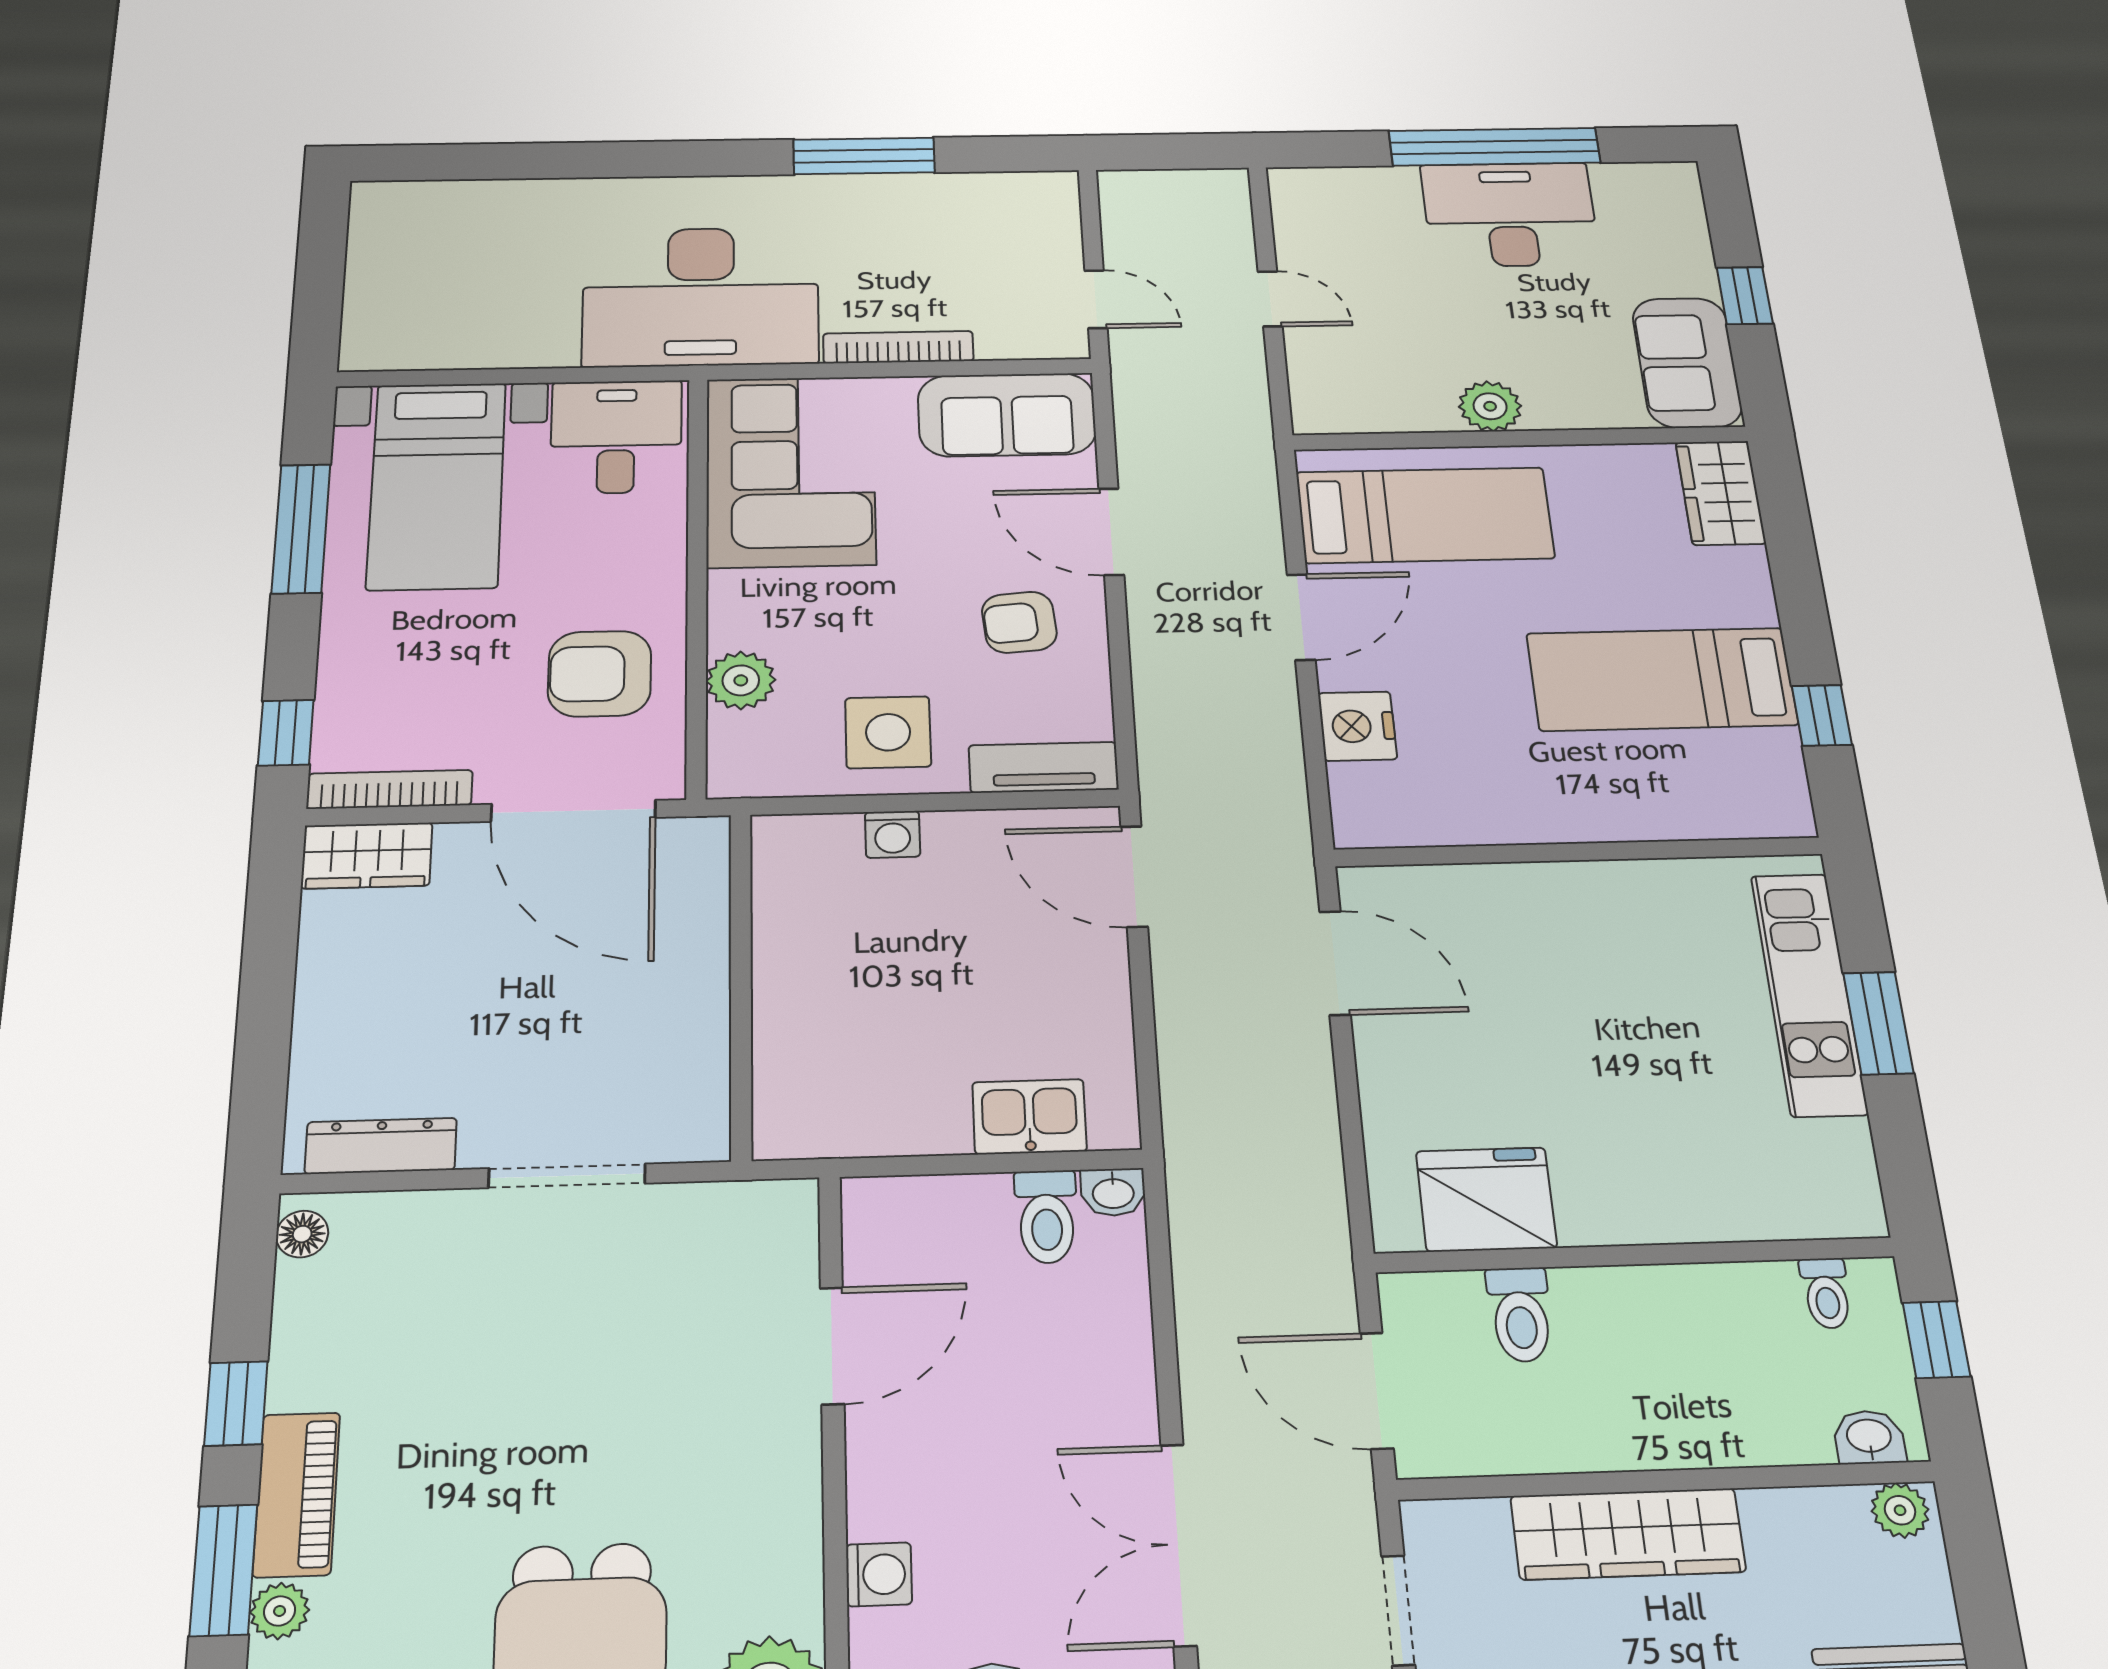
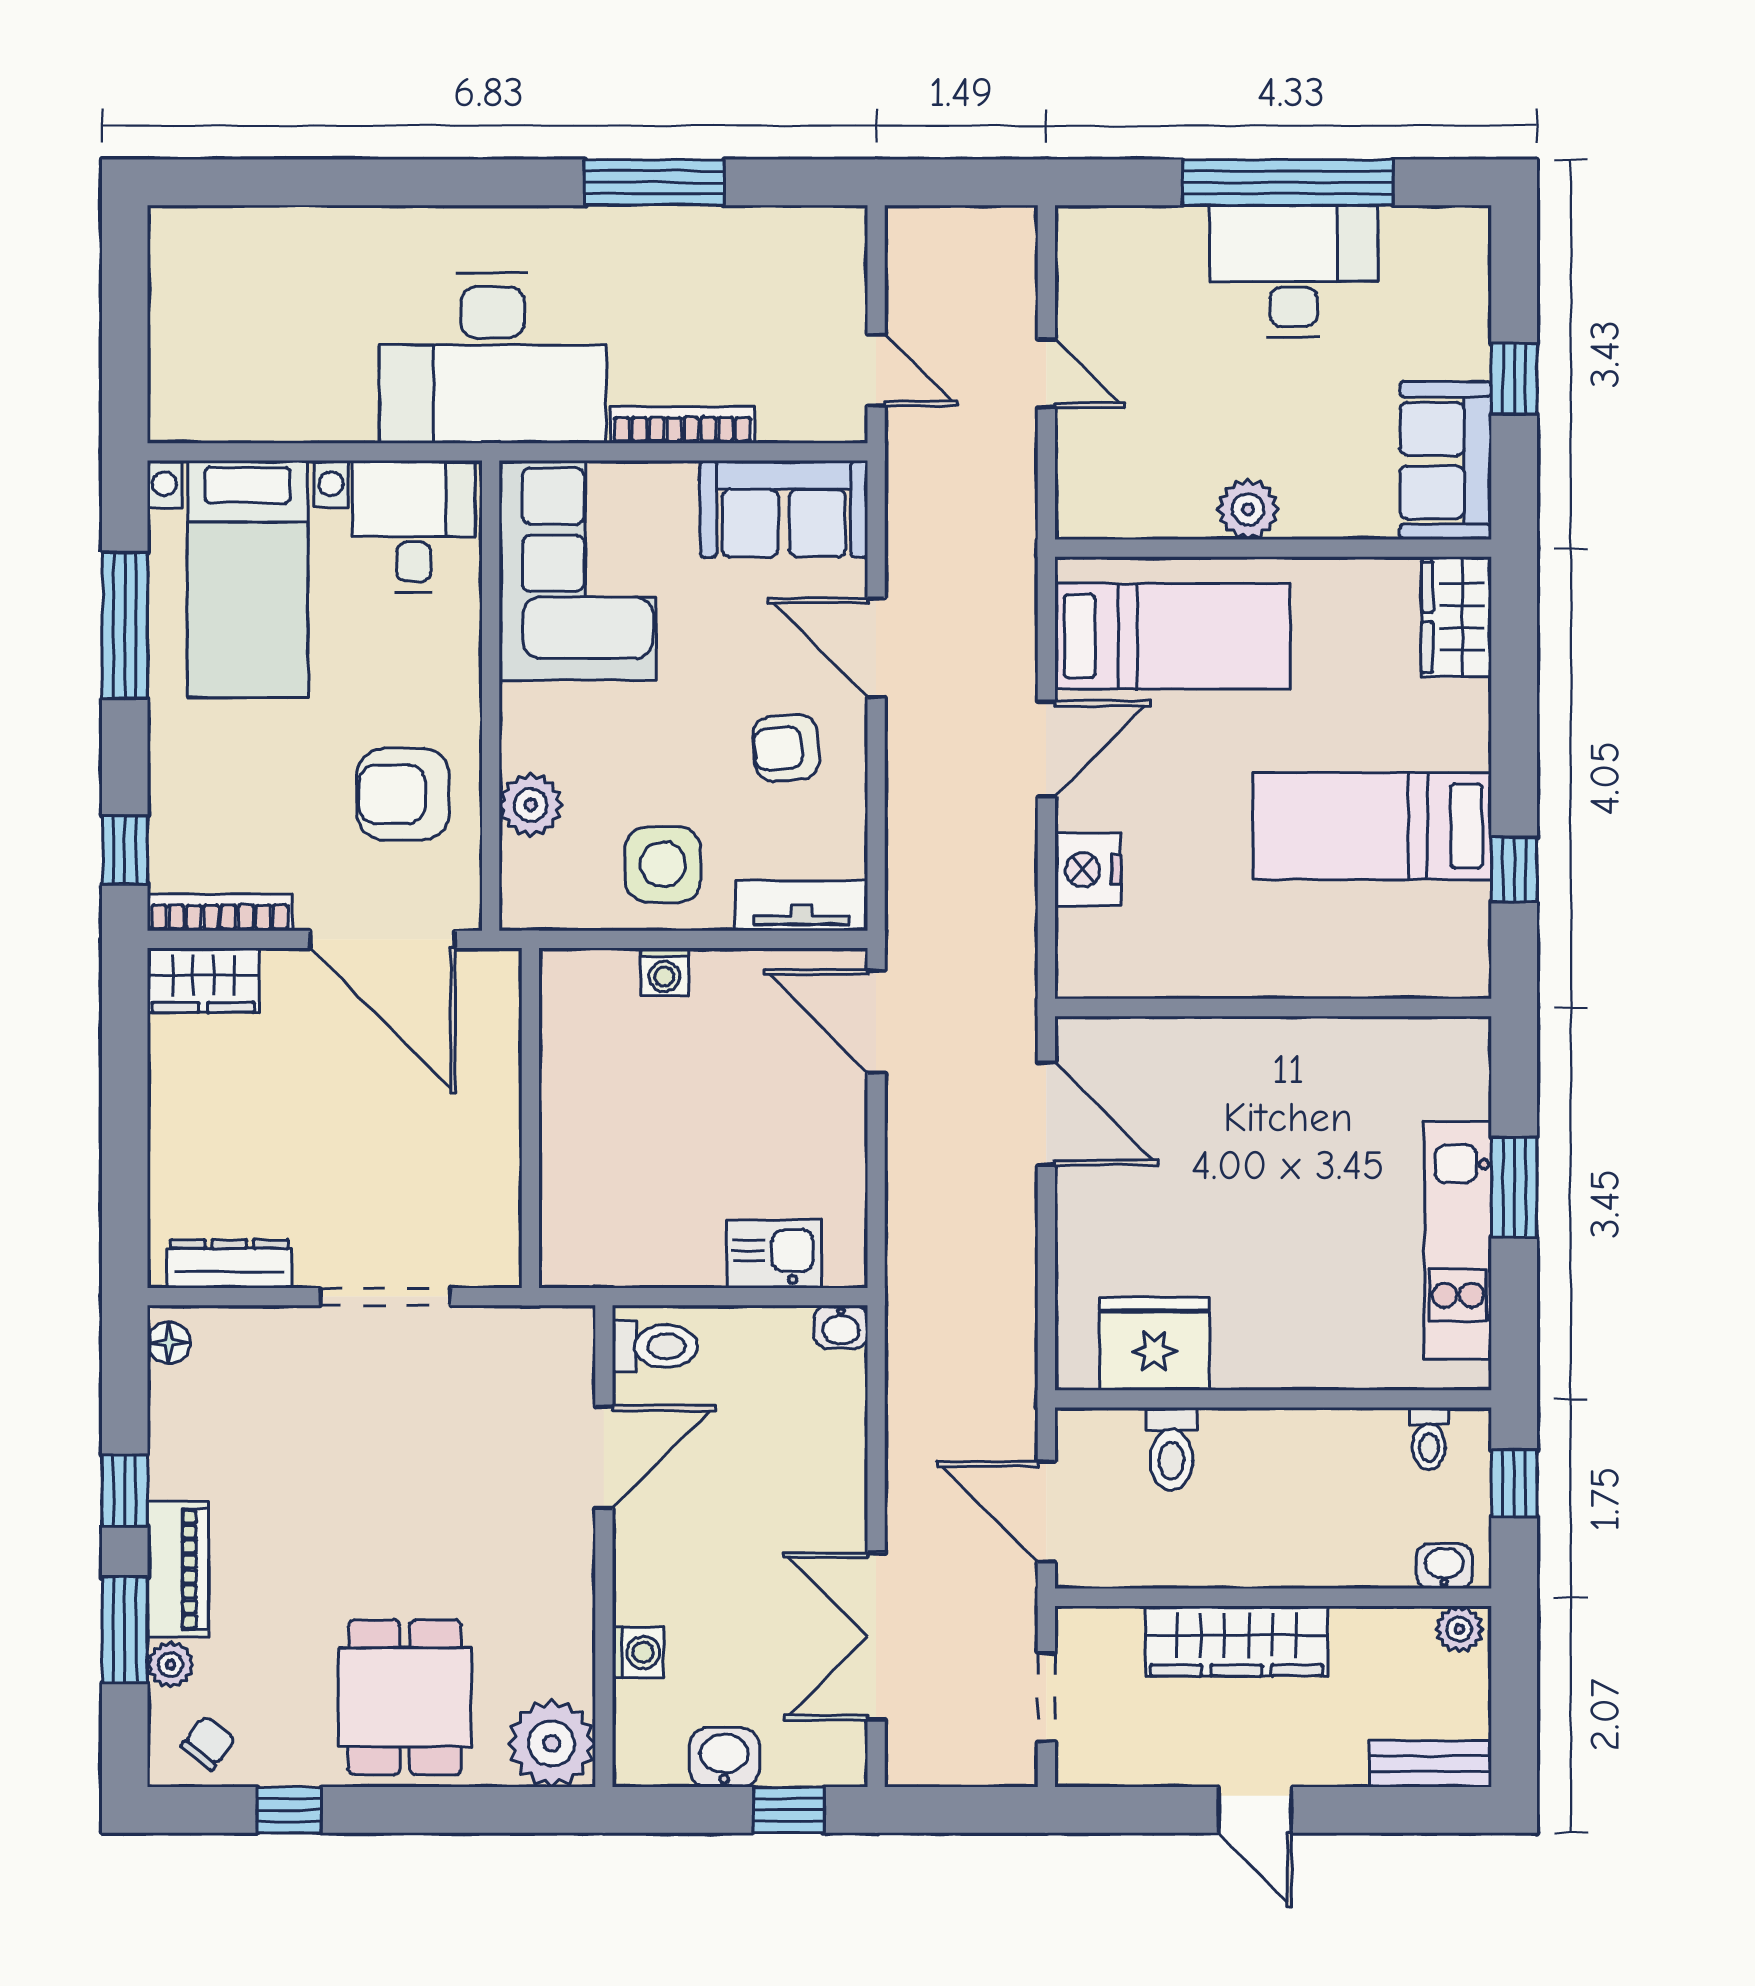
kitchen unit: (1809, 994) -> (1458, 1240), moved
toilet: (1046, 1217) -> (655, 1346), moved, turned -90

